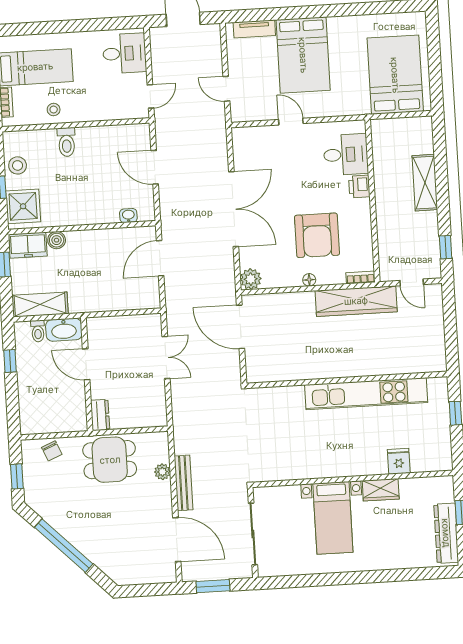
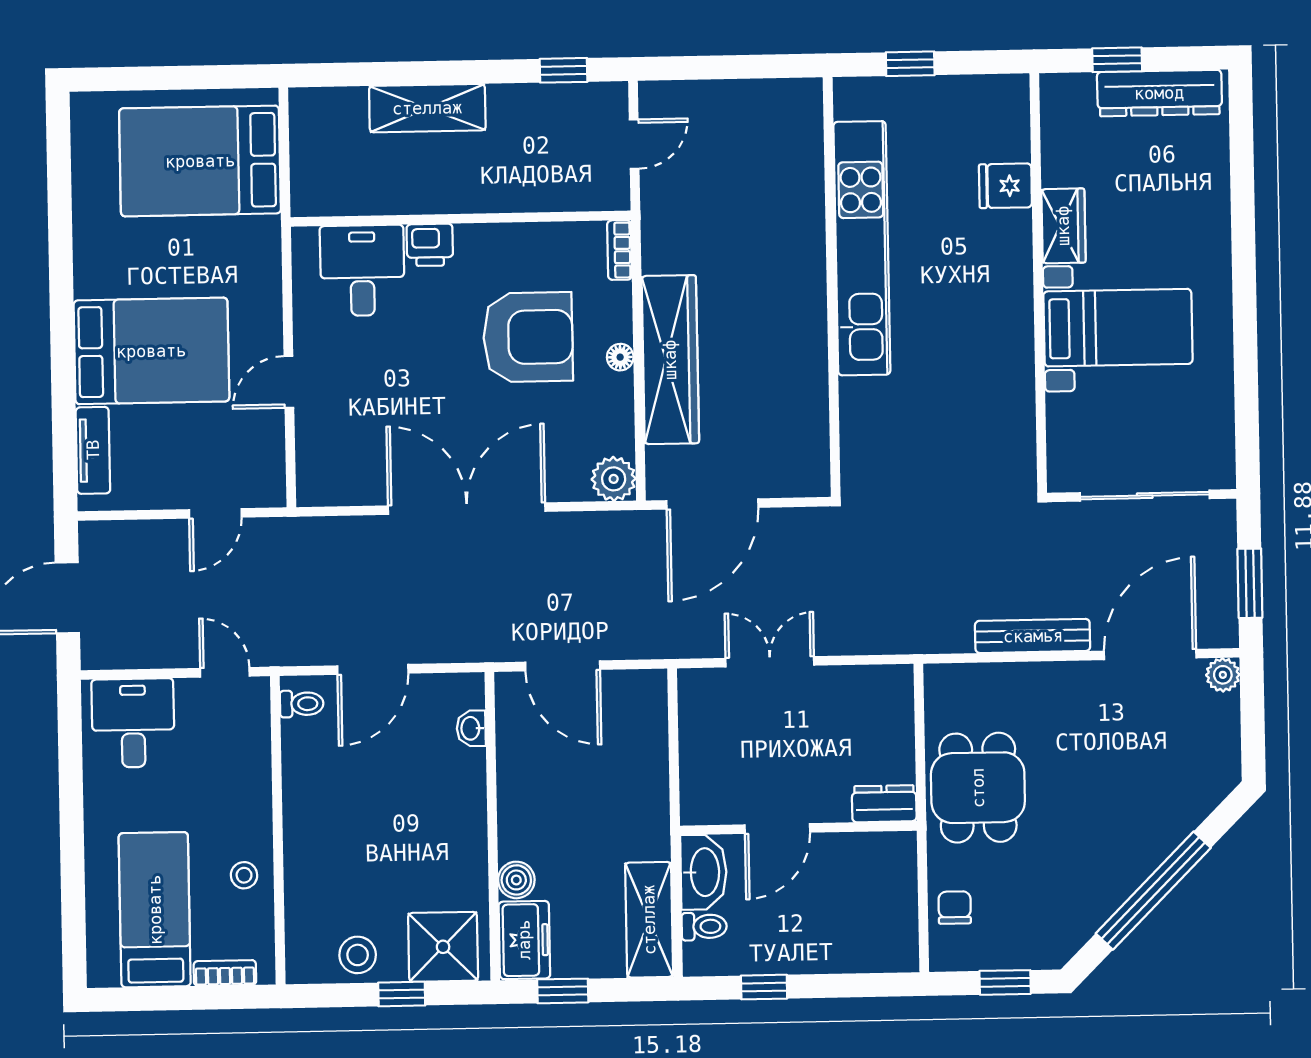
toilet: (66, 142) -> (302, 704), moved, width x0.73, depth x0.72
wardrobe: (356, 301) -> (670, 360), moved
chair: (52, 451) -> (955, 908), turned -67
plant: (162, 472) -> (1223, 675), moved

